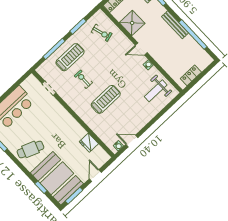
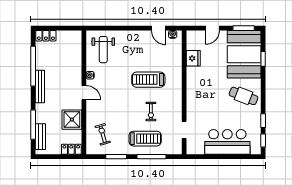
treadmill: (70, 57) -> (145, 139), turned 180
locker: (191, 75) -> (46, 36), moved
weight bench: (156, 91) -> (103, 50), turned 90

